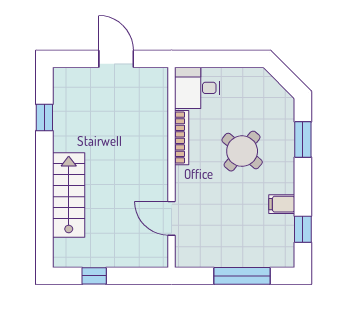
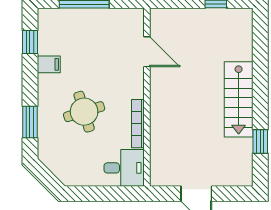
round table: (242, 151) -> (84, 112), turned 33
stairs: (69, 195) -> (239, 99), moved

